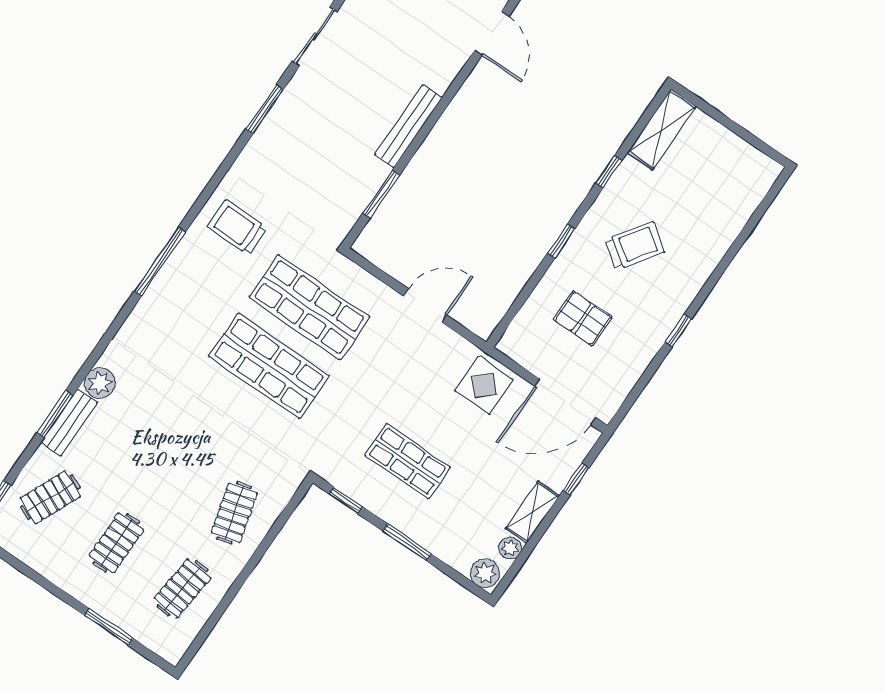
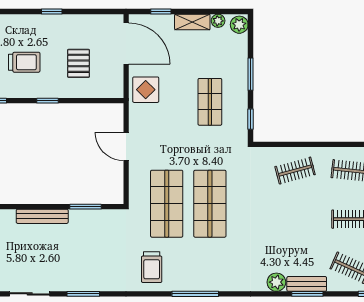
trolley: (635, 246) -> (24, 62), turned 145

